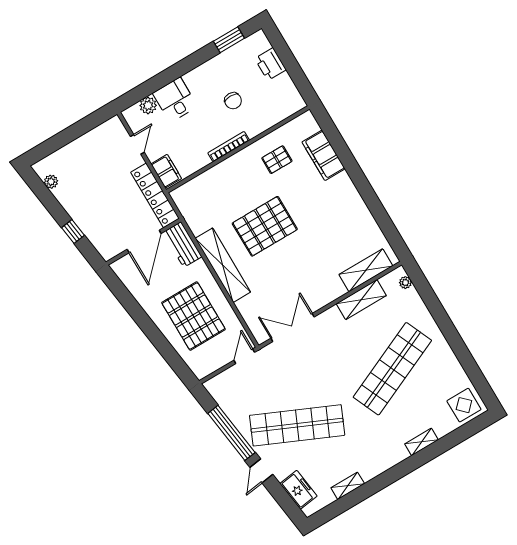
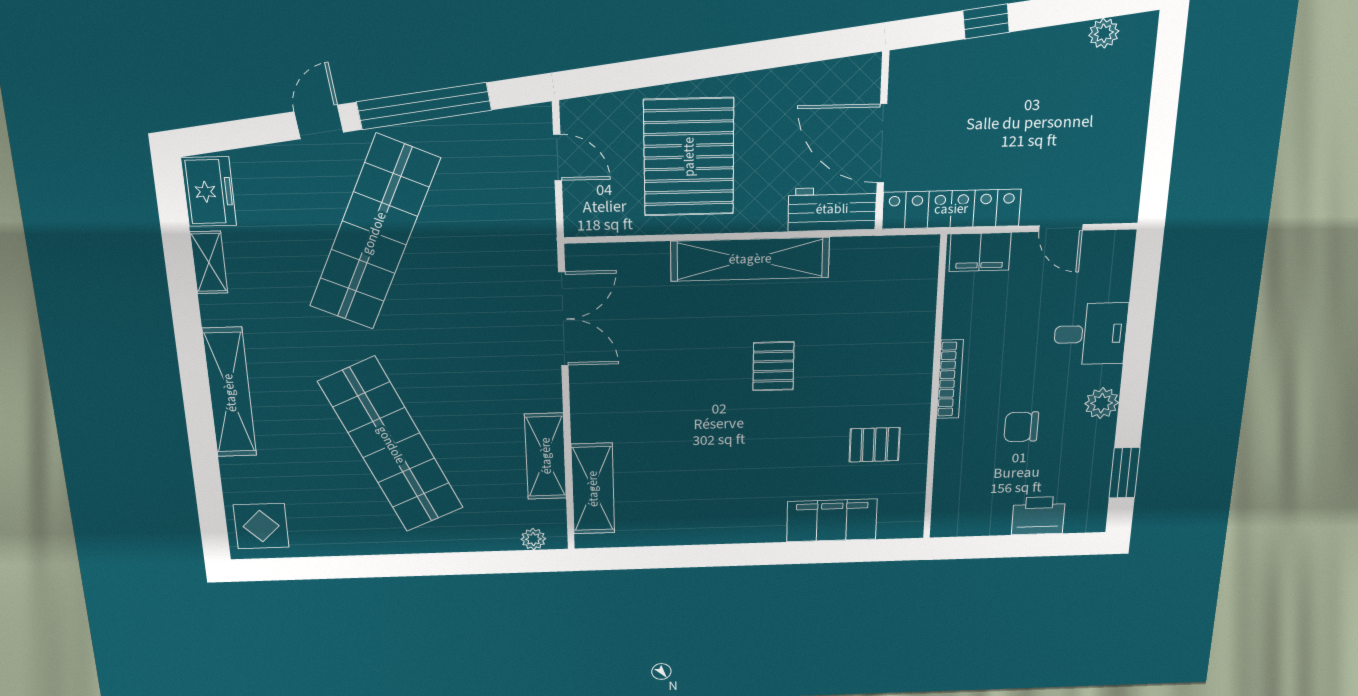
plant: (148, 105) -> (1102, 403), moved
pallet: (277, 160) -> (875, 445), turned 90
pallet: (265, 226) -> (773, 366), width x0.49, depth x0.50
pallet: (193, 316) -> (689, 157), turned 90
door: (244, 356) -> (557, 158), moved
shelving: (421, 442) -> (230, 393), width x2.20, depth x1.33
door: (261, 471) -> (319, 122), hinge flipped
freezer: (298, 490) -> (209, 192), moved, turned -83

